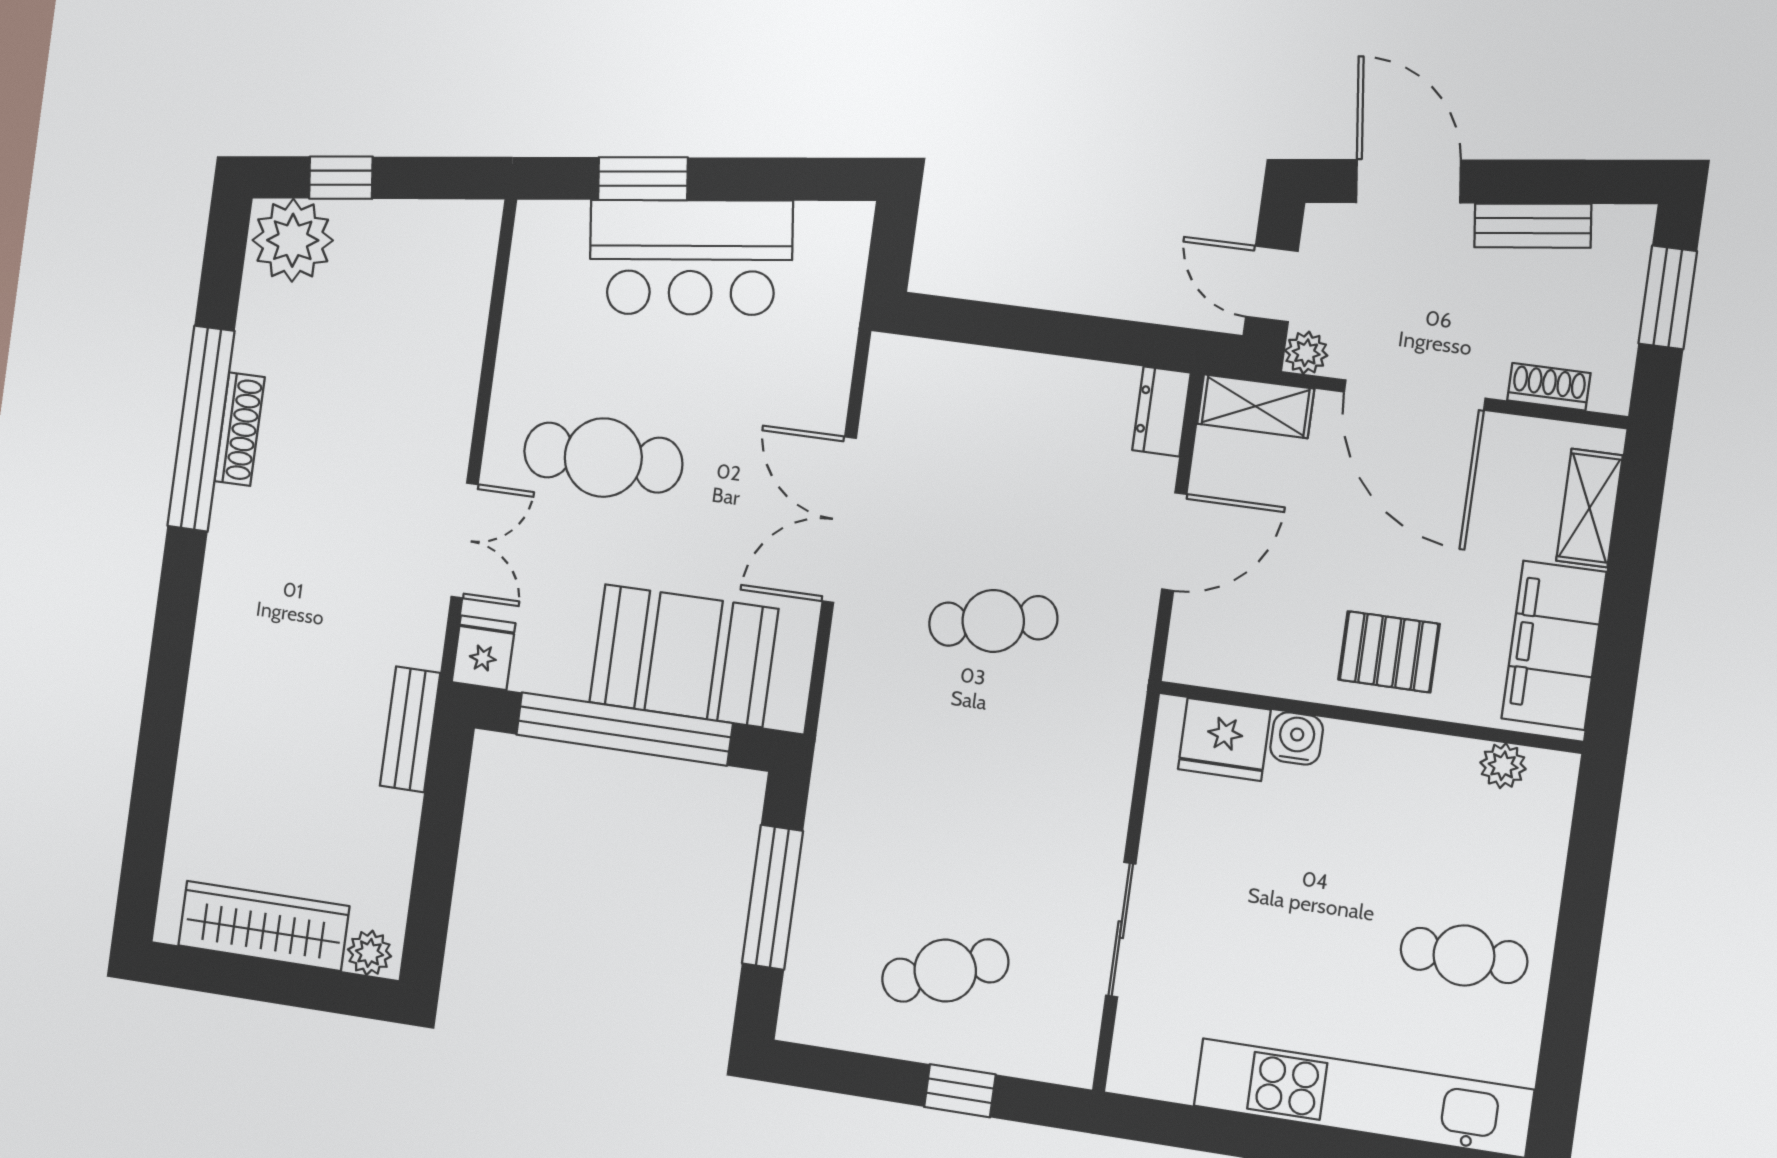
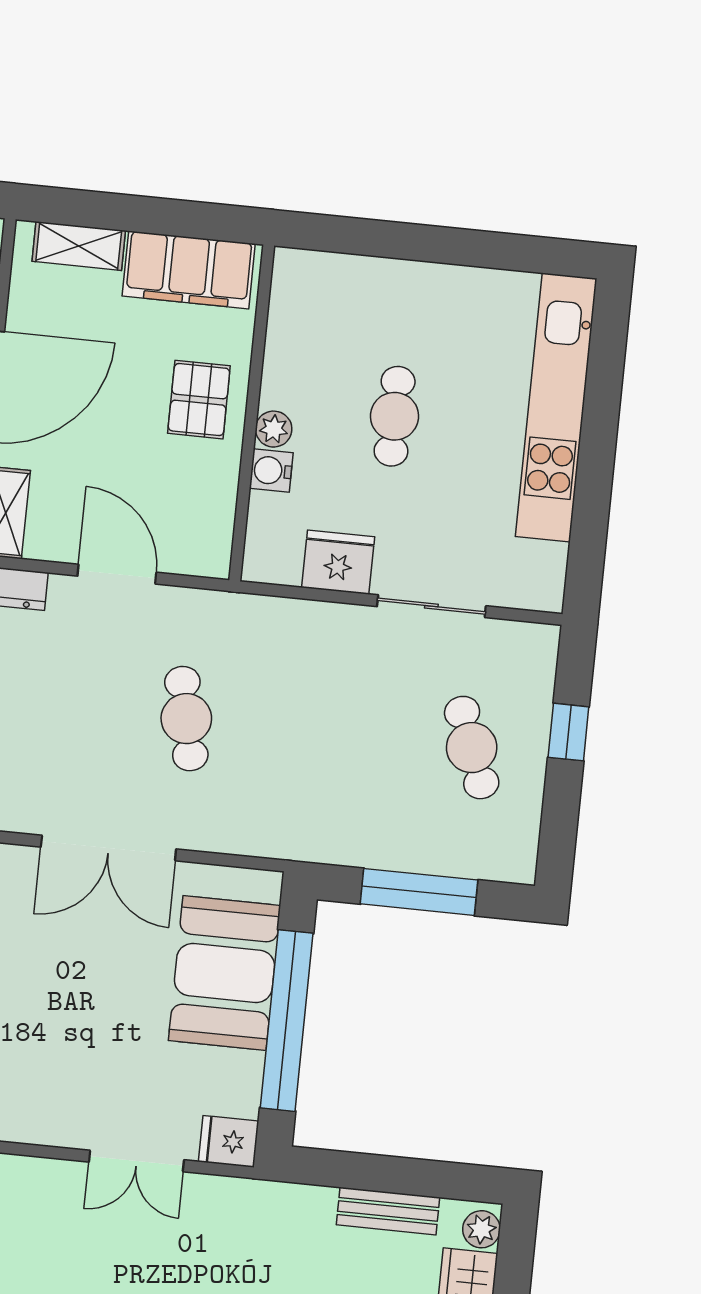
cafe table: (603, 458) -> (64, 1046), removed
double door: (465, 541) -> (136, 1161), swing flipped
bench: (410, 729) -> (388, 1211), moved
fridge: (1224, 739) -> (338, 562), moved, turned -90
plant: (1503, 766) -> (274, 429), moved
cafe table: (1464, 955) -> (395, 416), moved

